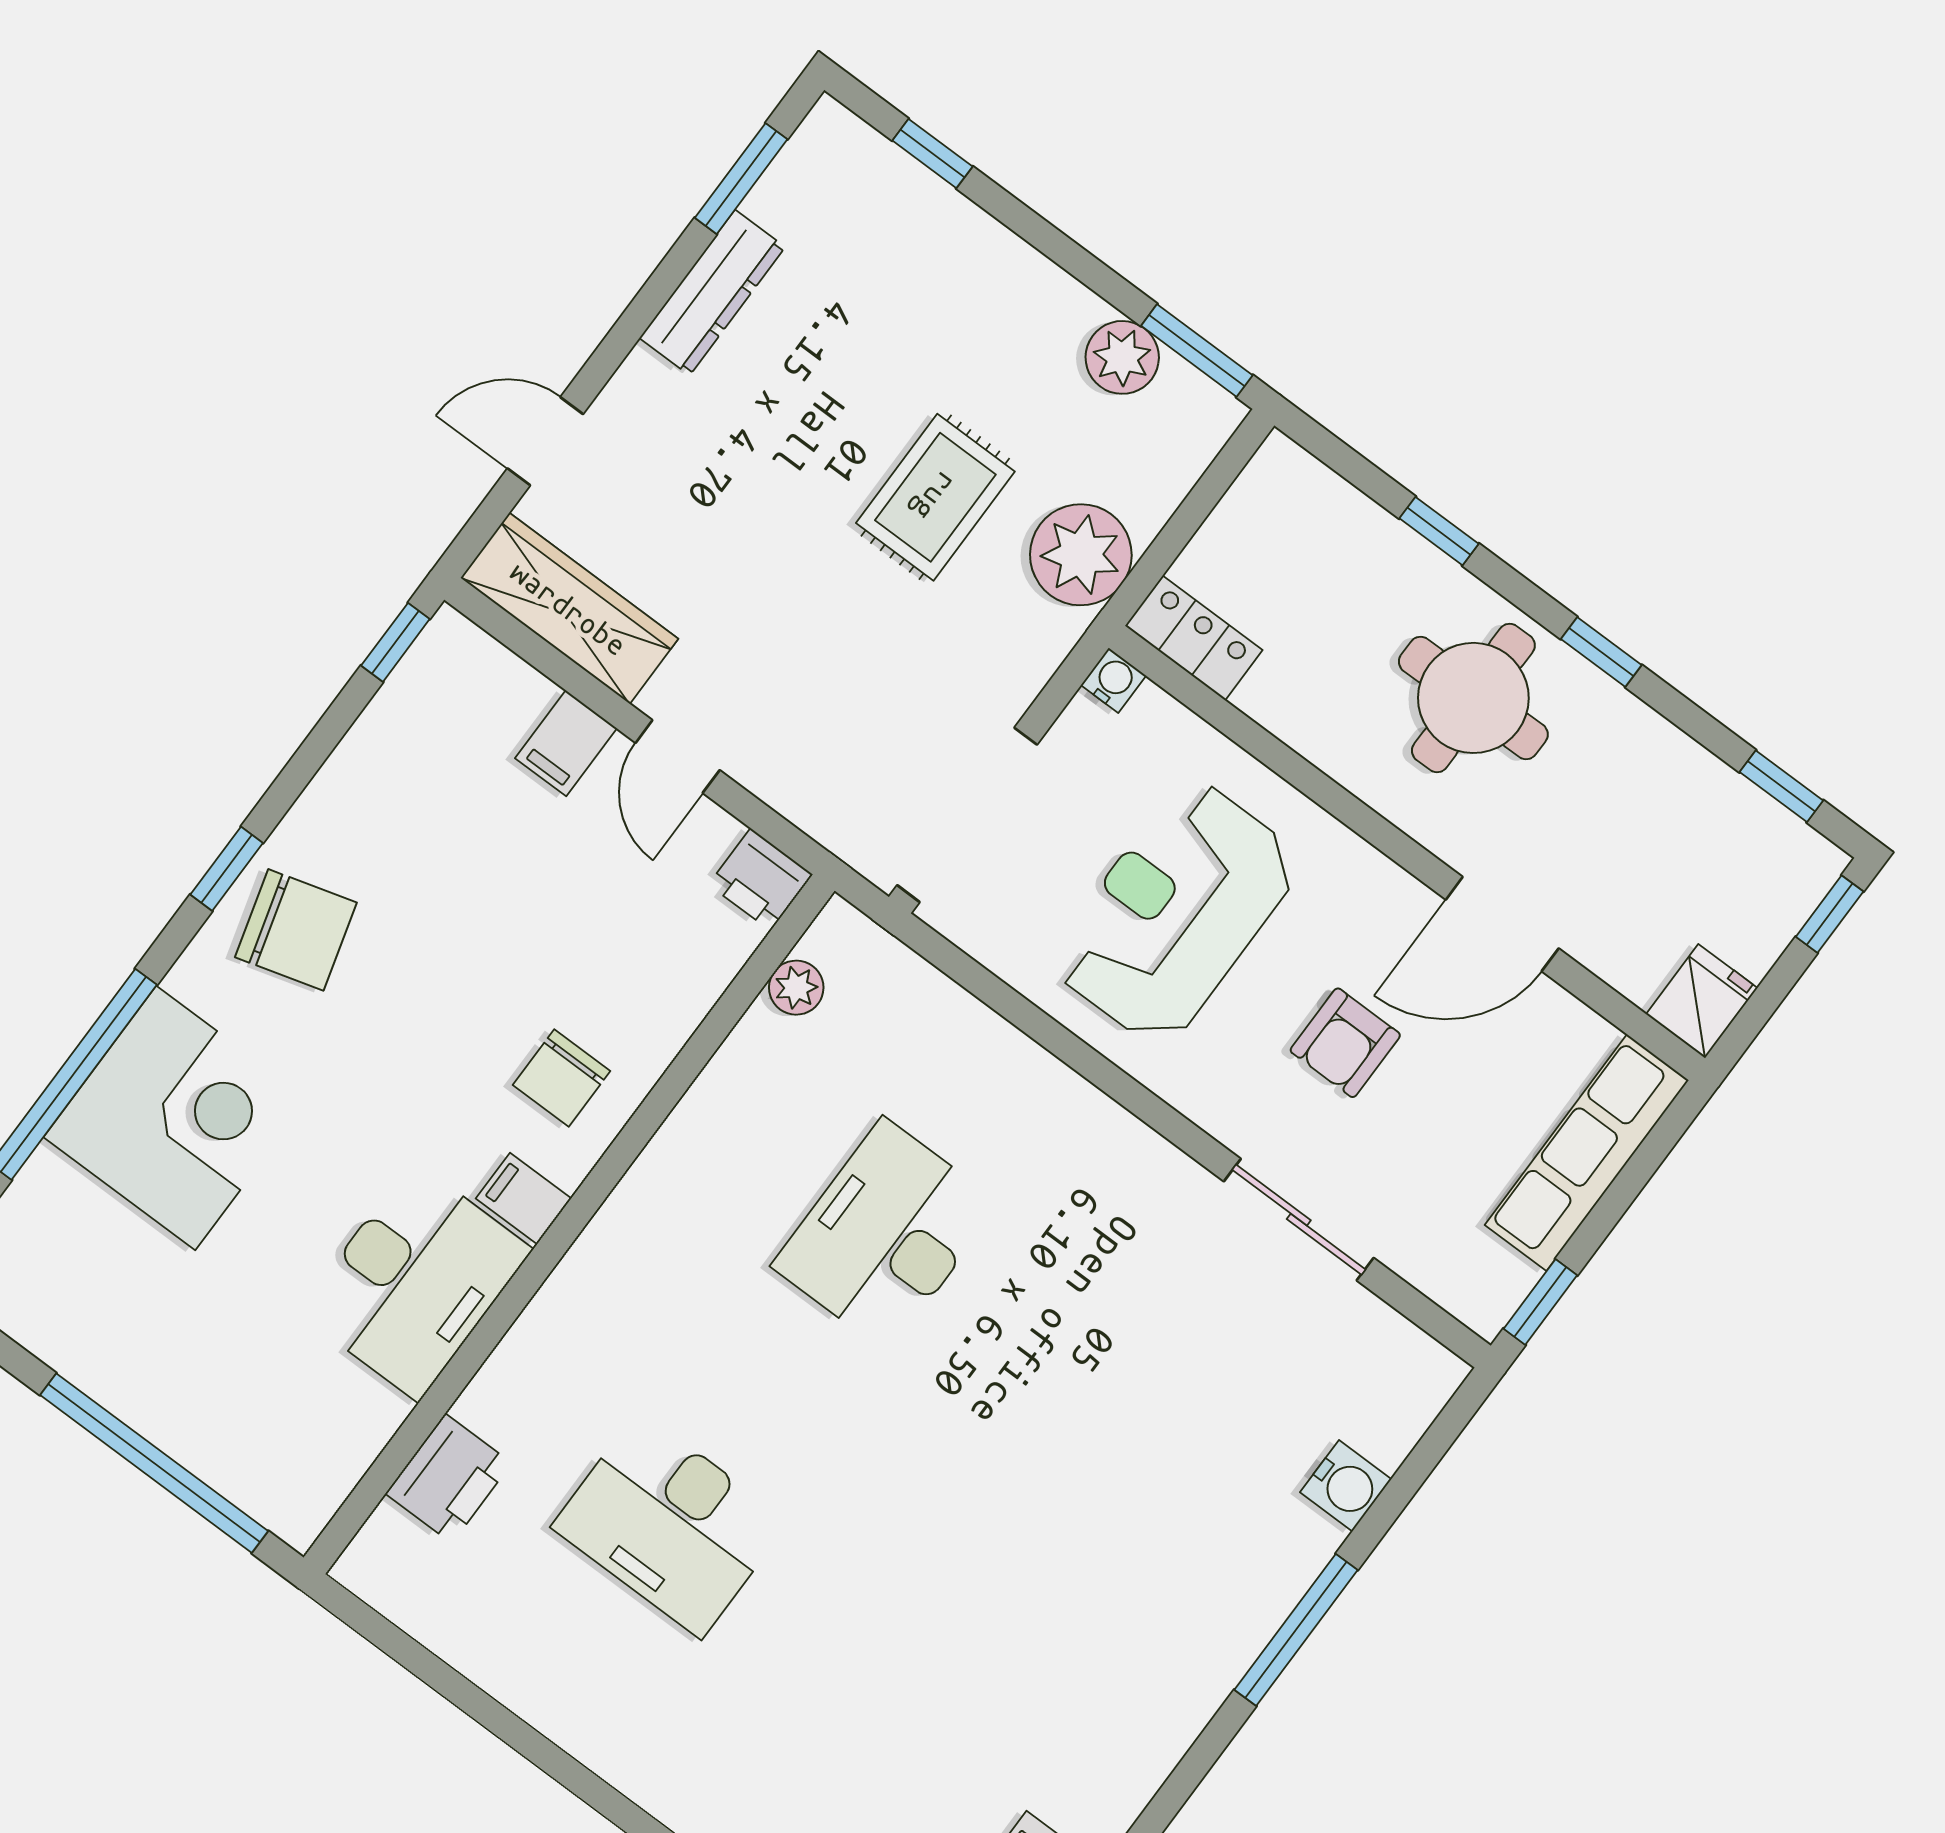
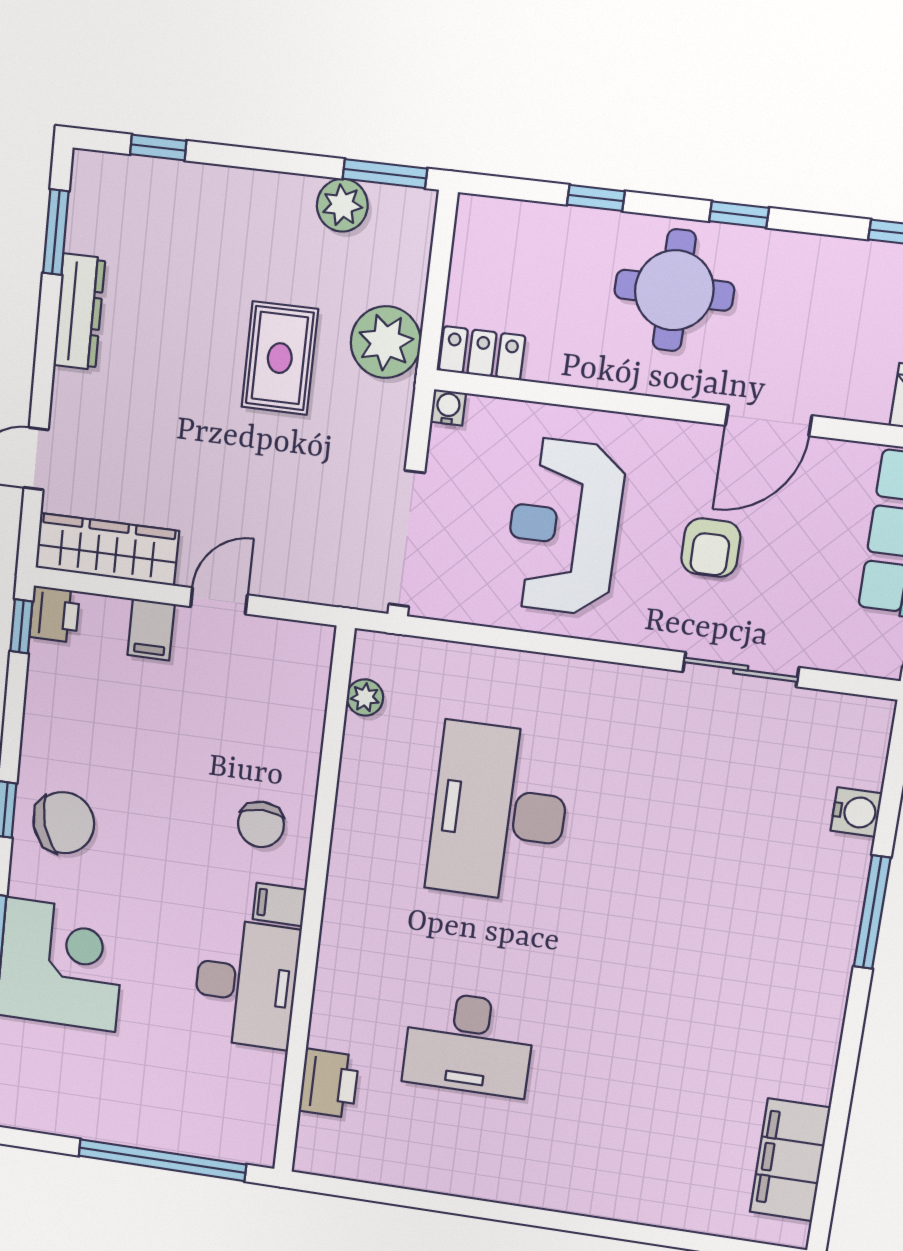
door: (678, 757) -> (219, 601), swing flipped
printer: (761, 880) -> (55, 614), moved, turned -90
desk: (886, 1235) -> (499, 813), width x1.36, depth x1.30

